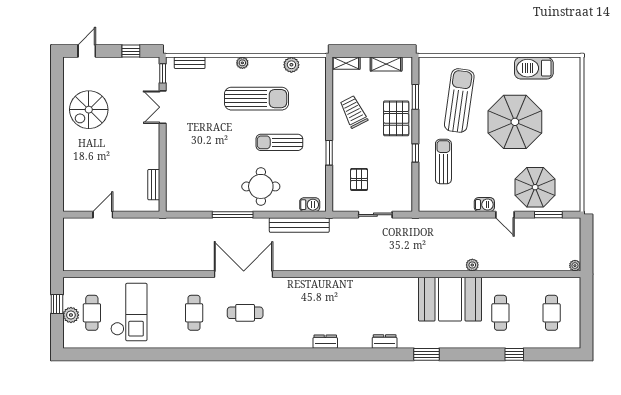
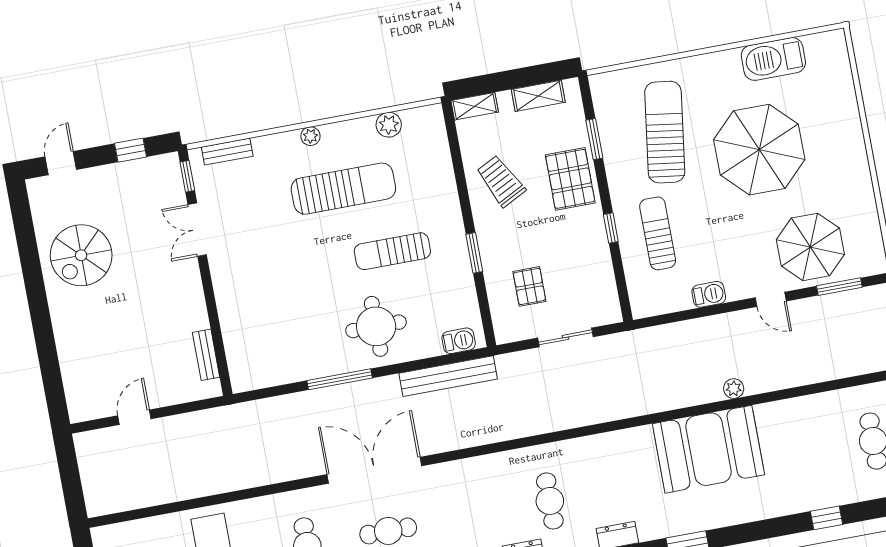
barbecue: (484, 205) -> (709, 294), moved
cafe table: (500, 313) -> (550, 501), moved

